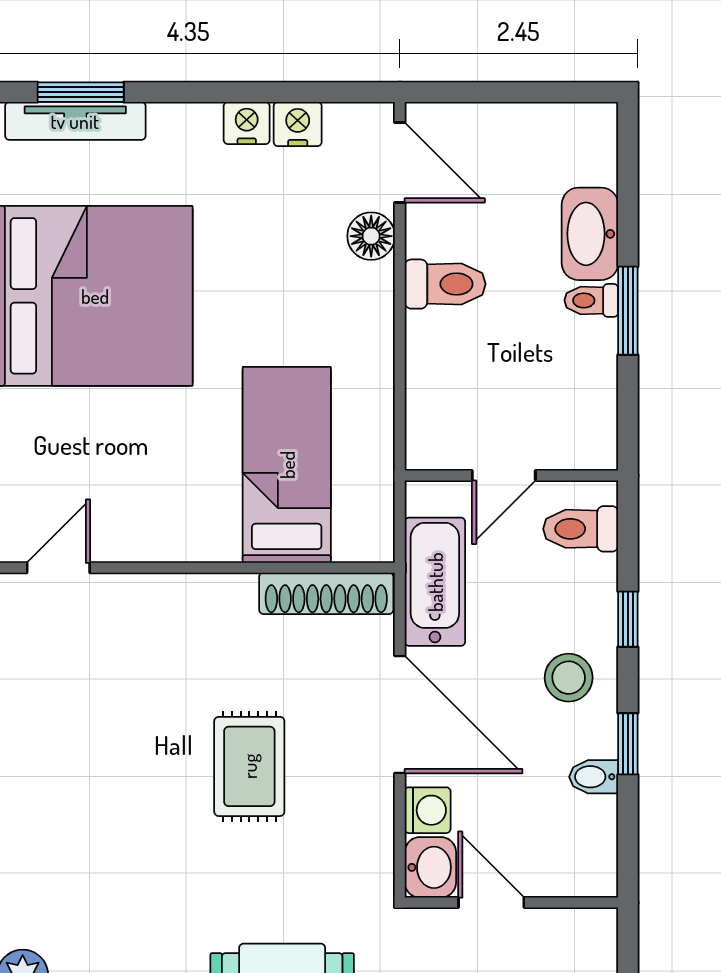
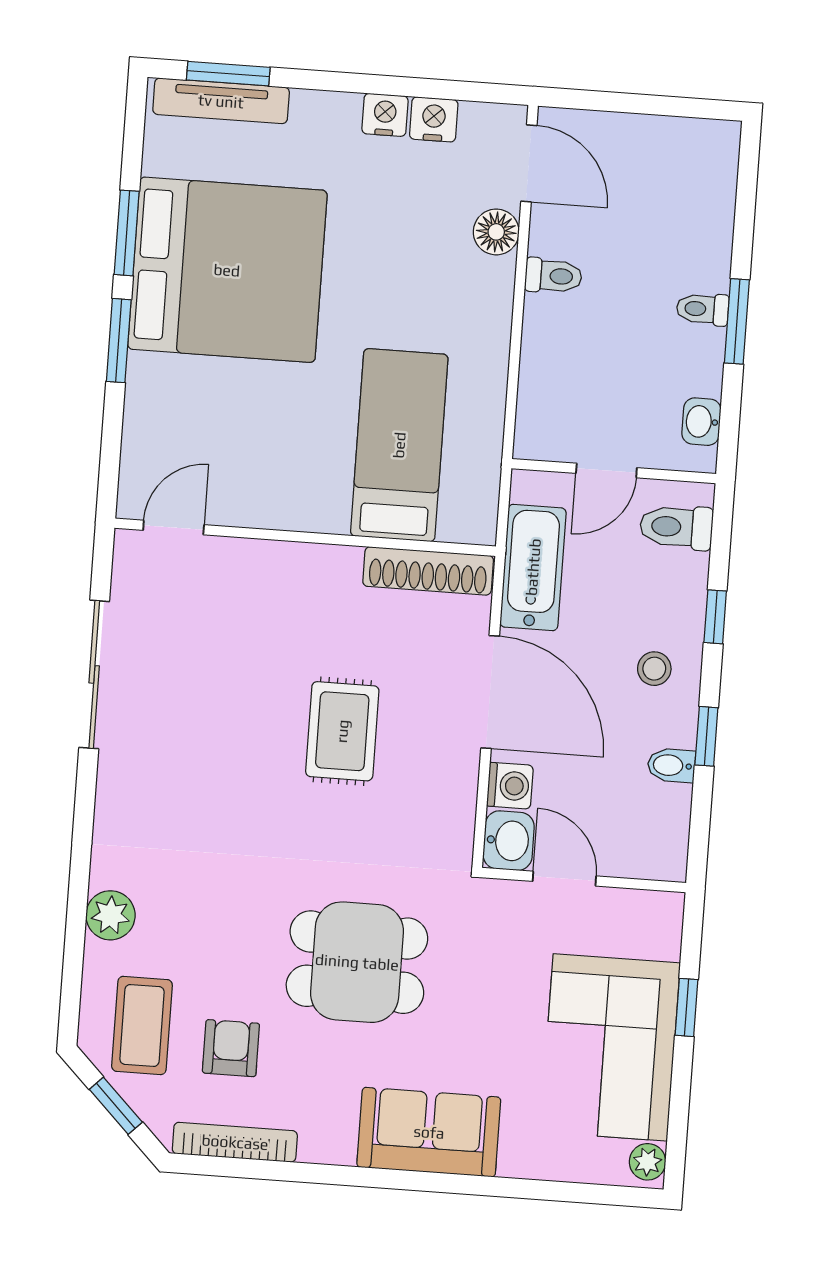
washbasin: (590, 234) -> (701, 422), moved, width x0.52, depth x0.69
toilet: (445, 284) -> (553, 276), width x0.73, depth x0.72
stool: (569, 678) -> (654, 669), width x0.73, depth x0.73

